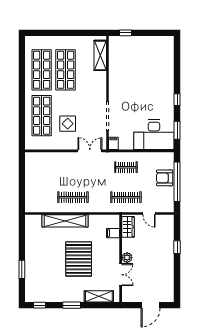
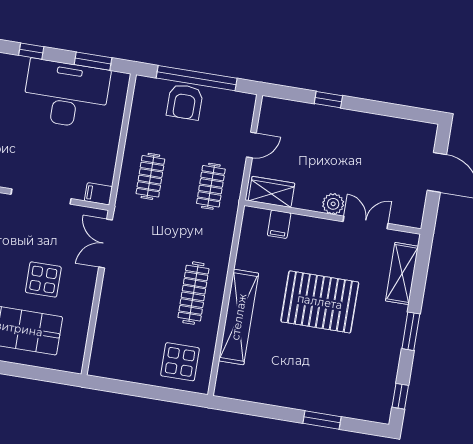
desk: (154, 135) -> (66, 94), moved, turned -90
display table: (39, 196) -> (180, 362), added
clothes rail: (126, 197) -> (211, 186), width x0.73

